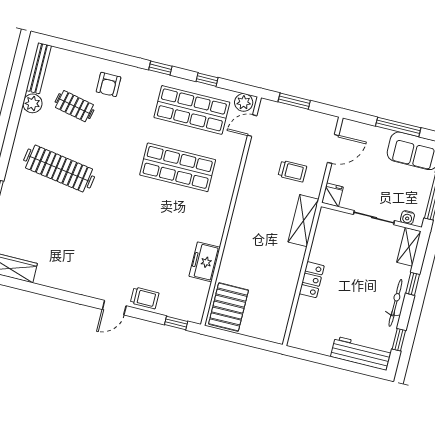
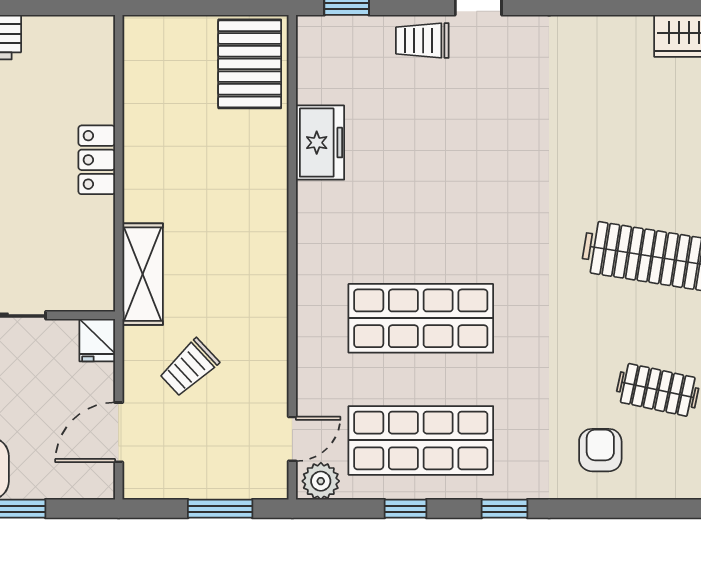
trolley: (292, 171) -> (189, 368), turned -43

